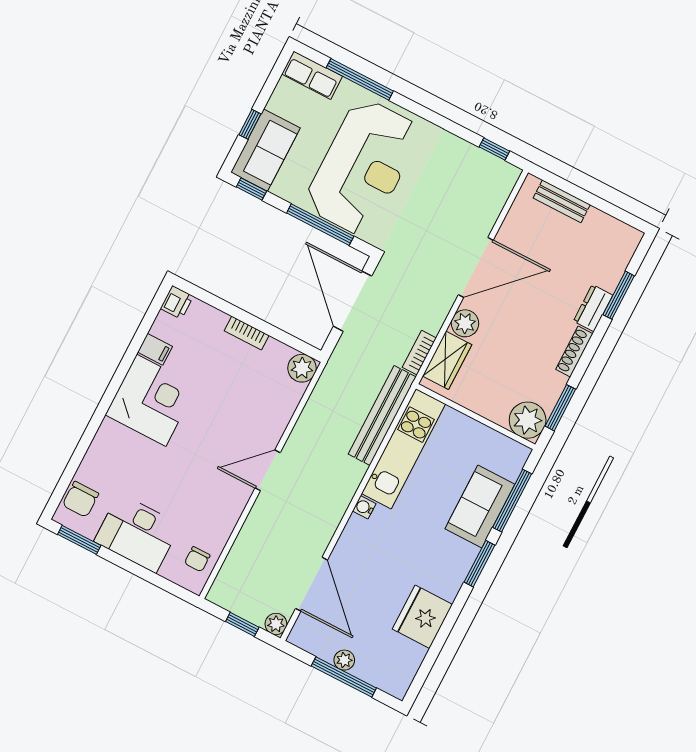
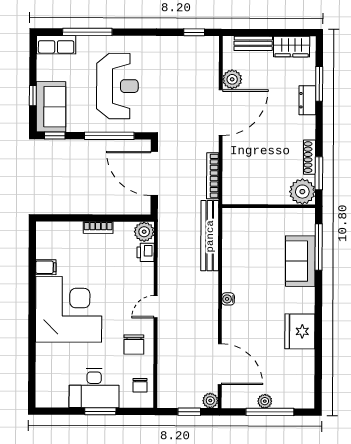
reception desk: (363, 167) -> (117, 86), width x0.74, depth x0.77
printer: (177, 302) -> (146, 252), moved, turned 180
plant: (465, 323) -> (232, 79), moved
shoe rack: (574, 352) -> (309, 157), moved
bookcase: (419, 353) -> (213, 176), width x1.56
wardrobe: (447, 360) -> (292, 47), moved, turned 90
corner desk: (151, 400) -> (69, 309), width x1.36, depth x1.36
kitchen unit: (403, 449) -> (234, 250), removed
door: (268, 470) -> (156, 307), width x0.73
chair: (81, 499) -> (134, 344), moved
window: (79, 540) -> (100, 411), moved
window: (479, 564) -> (318, 297), removed
fridge: (422, 617) -> (300, 331), moved

